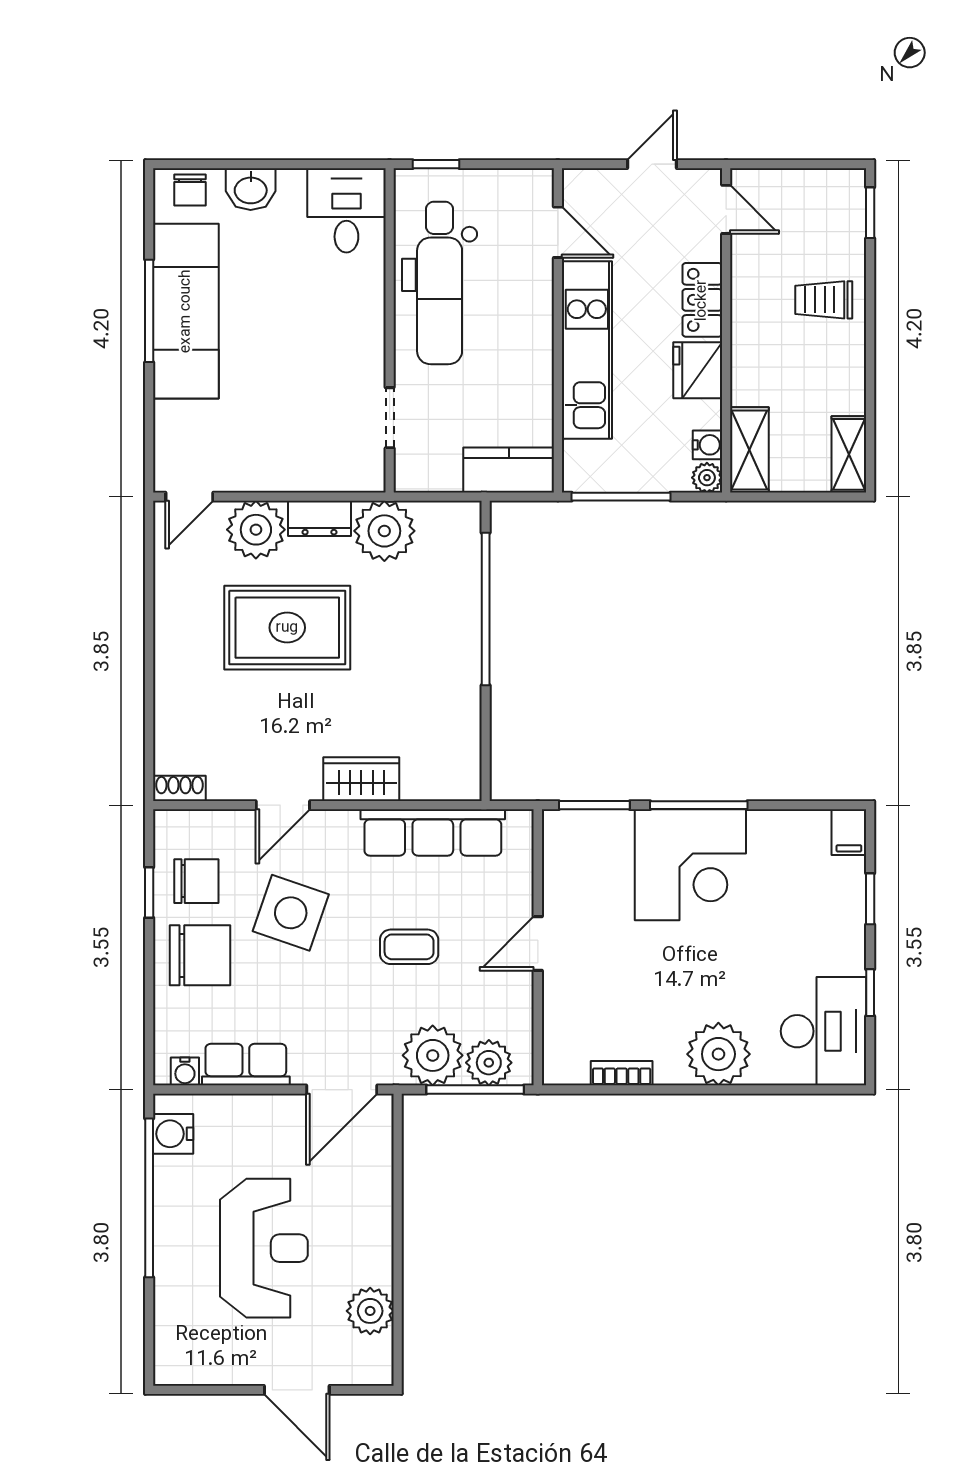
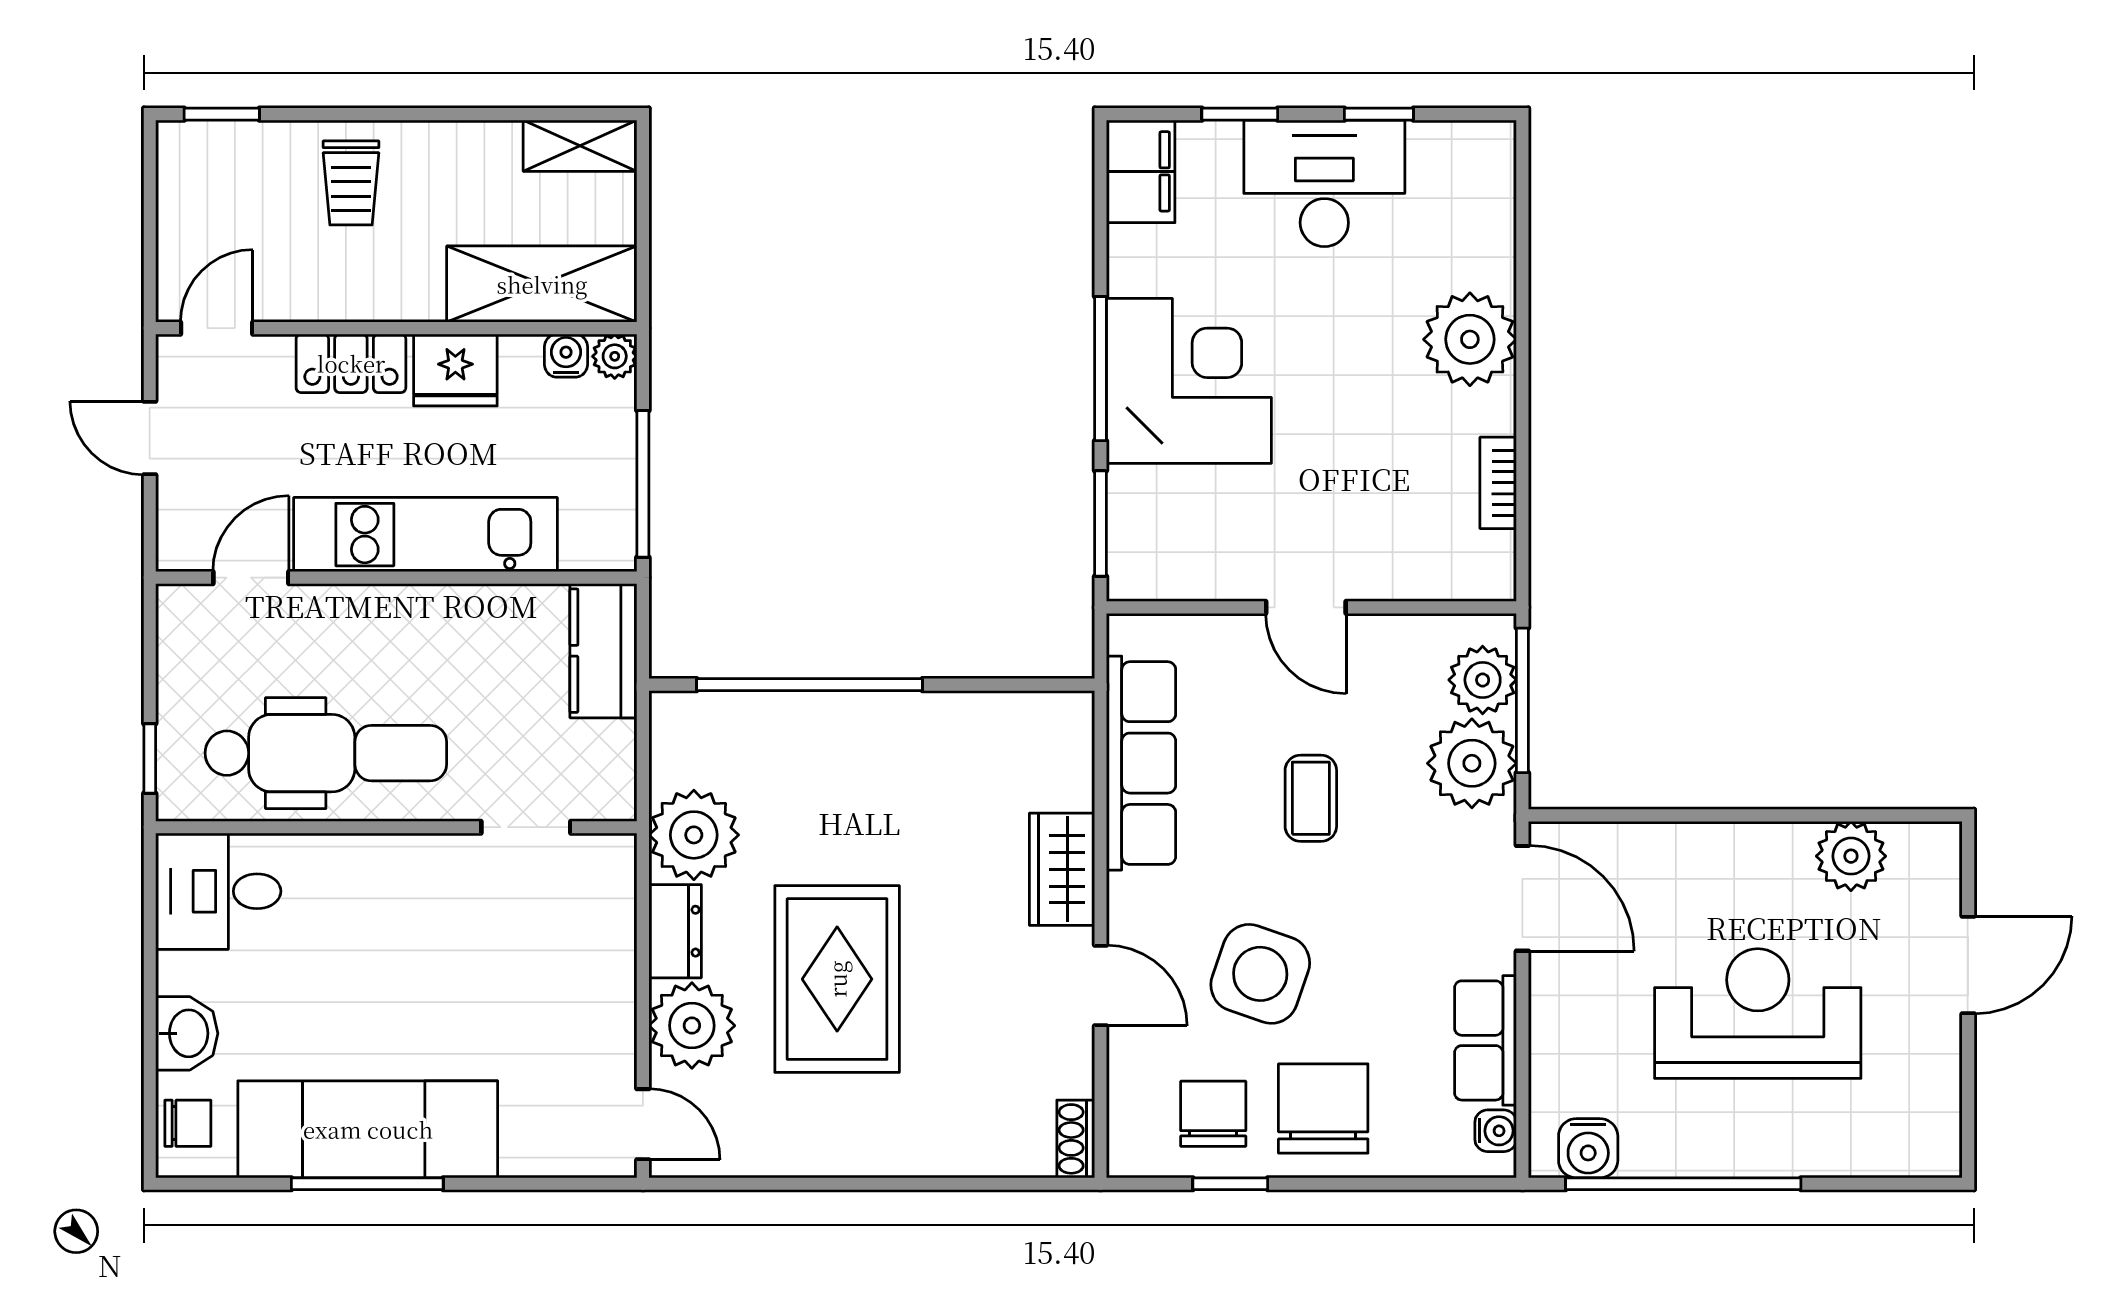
shelving: (749, 450) -> (542, 284), width x1.50, depth x1.33
filing cabinet: (849, 832) -> (1141, 171), width x2.00
desk: (824, 1031) -> (1324, 183), moved

